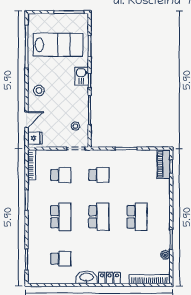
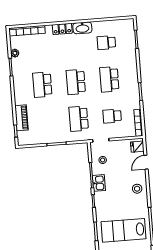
kitchen sink: (82, 76) -> (99, 183), moved
piano: (164, 164) -> (21, 118), moved
school desk: (99, 175) -> (79, 119), width x1.85

